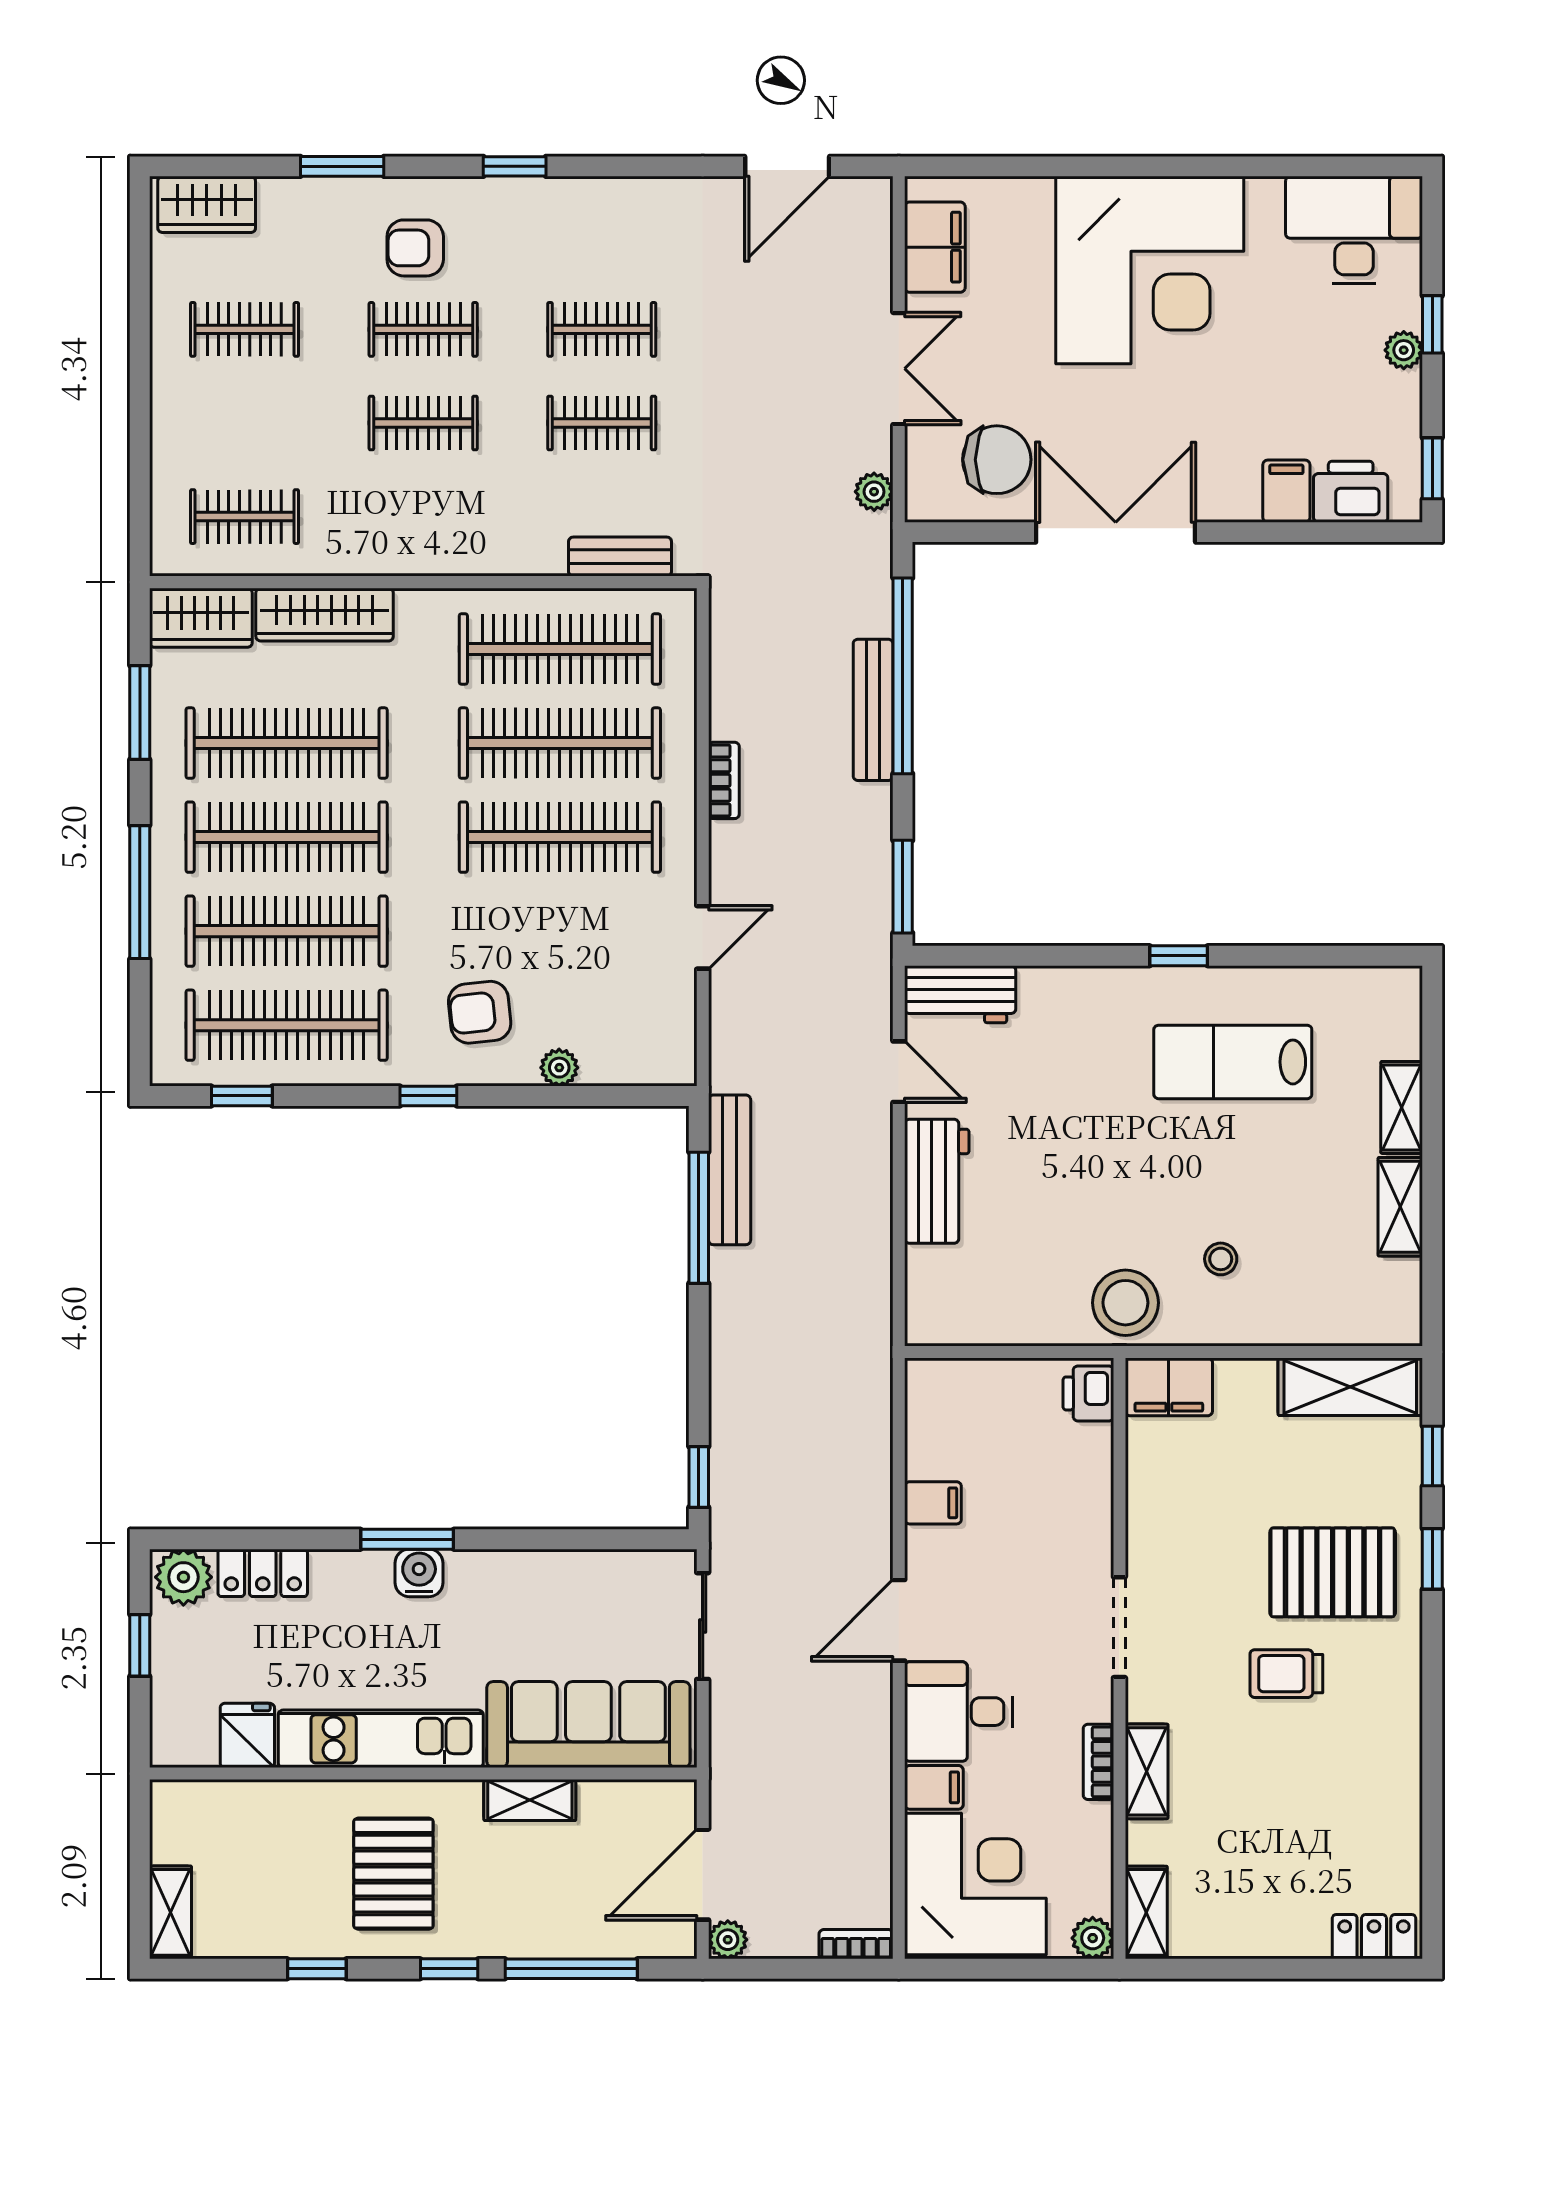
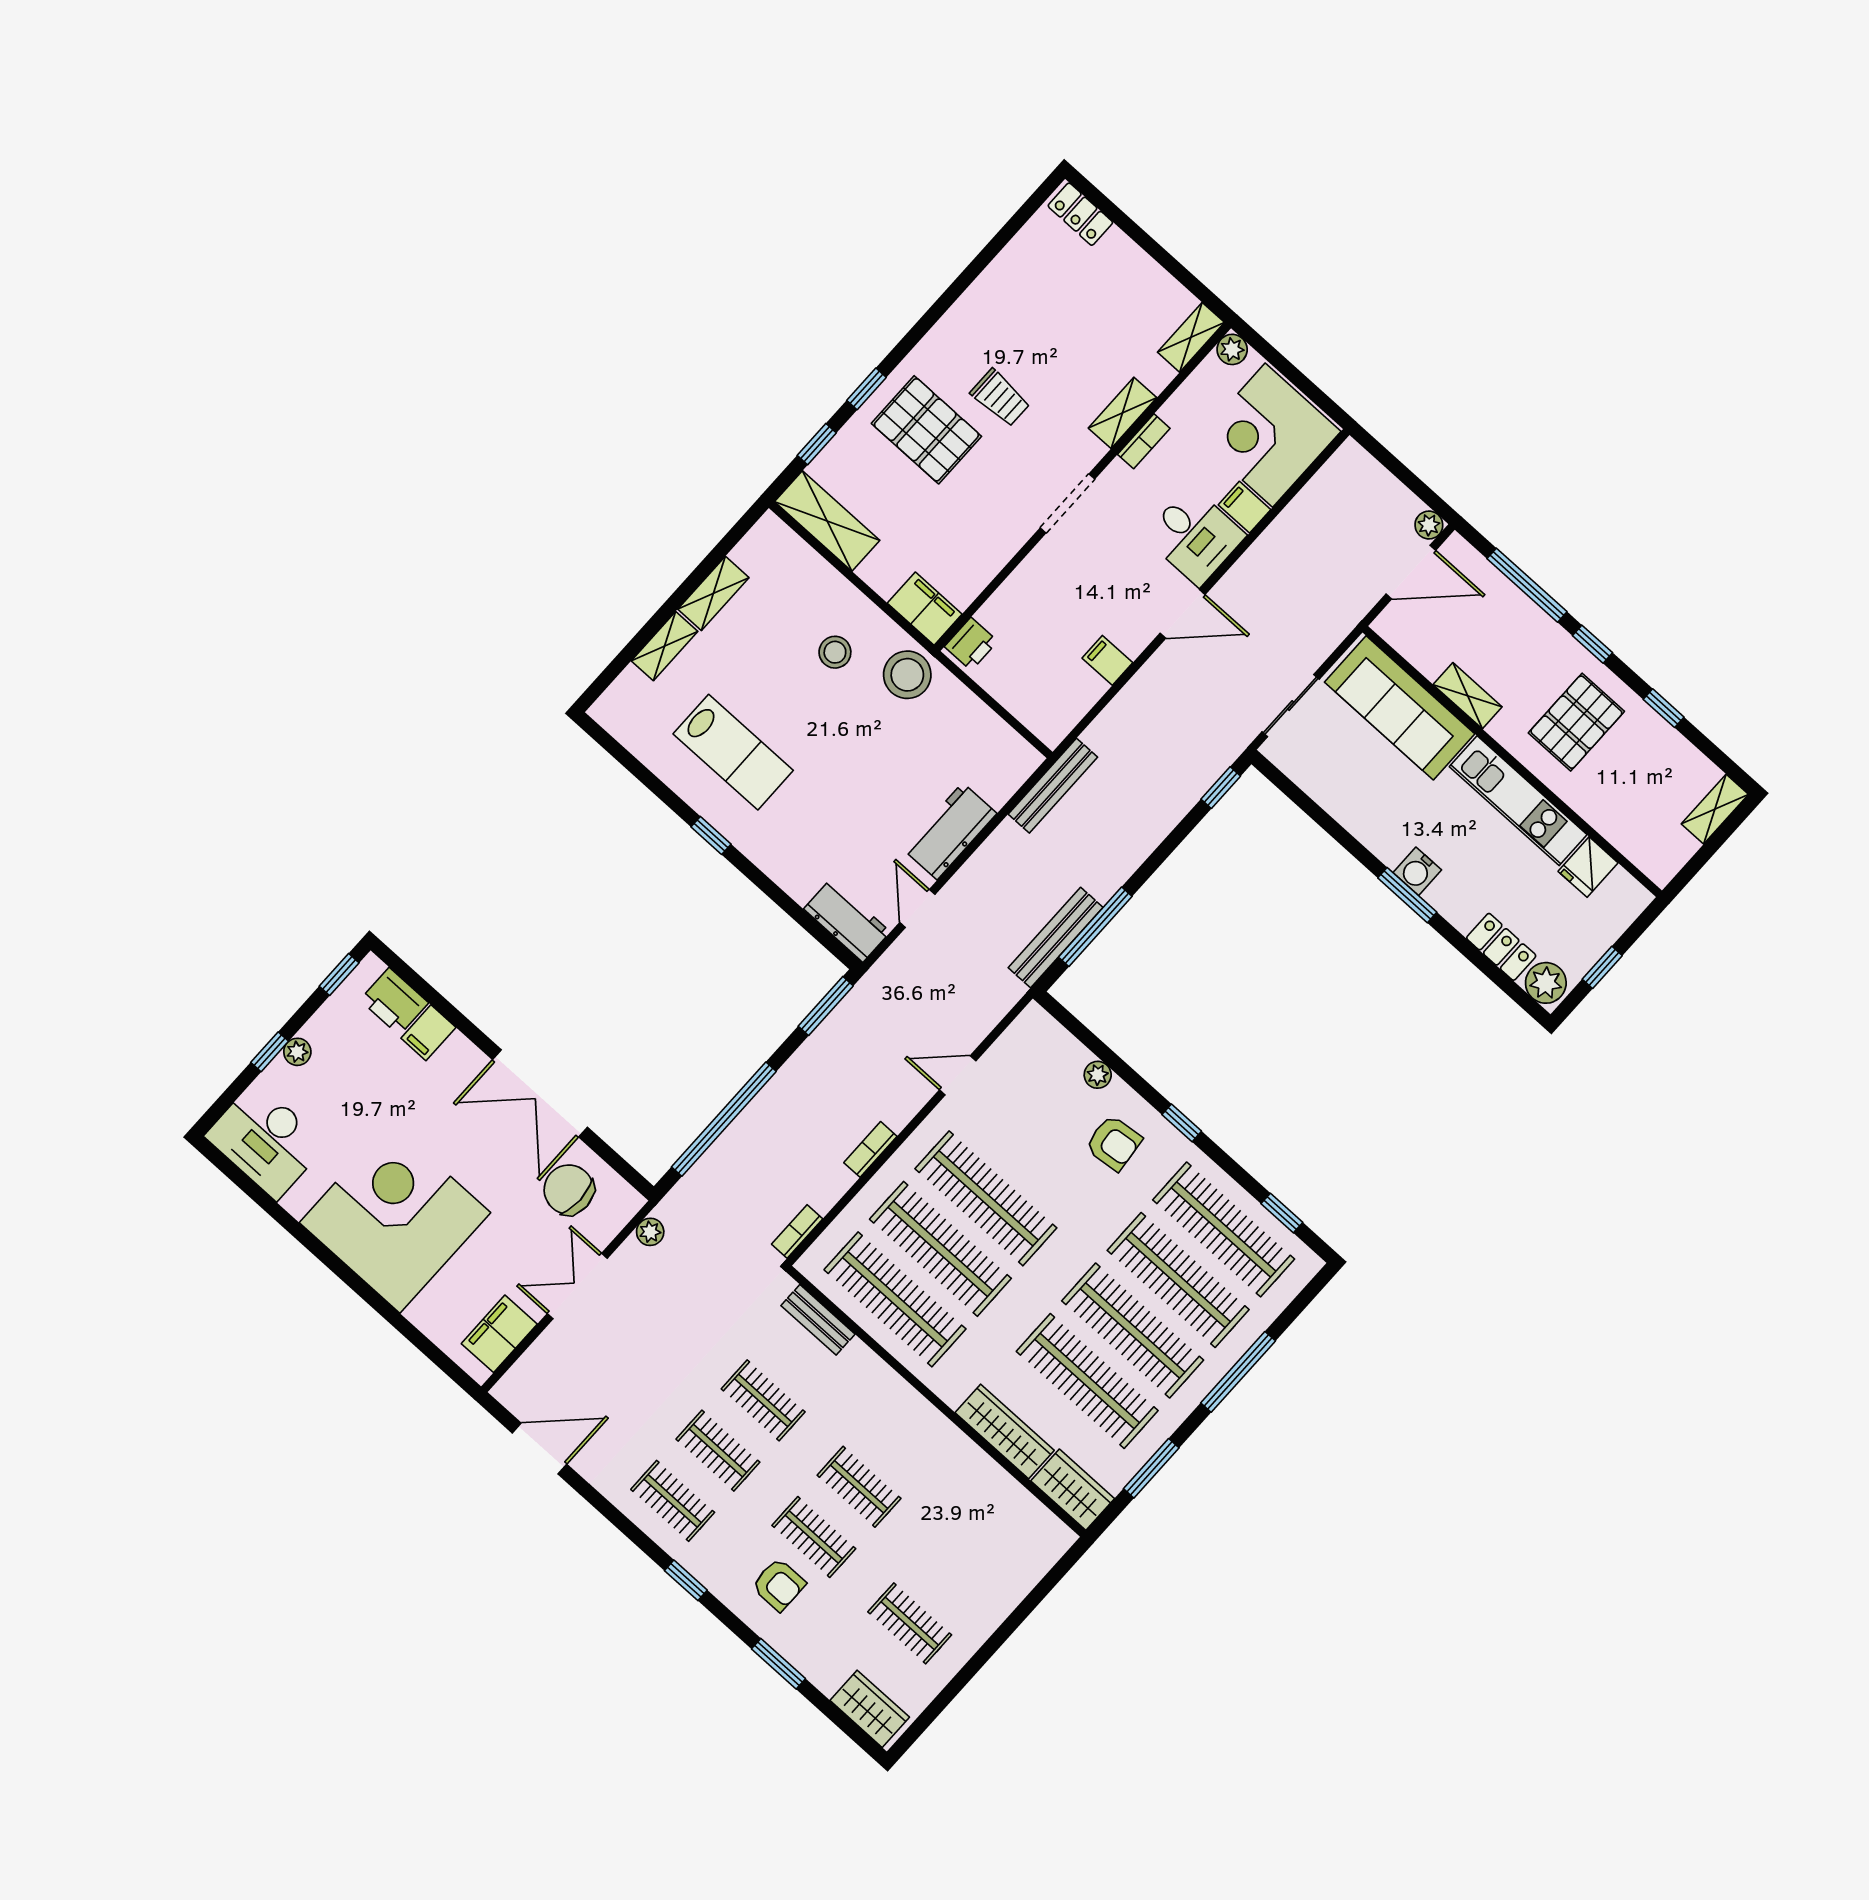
clothes rail: (245, 517) -> (673, 1501), moved
bench: (873, 710) -> (1053, 786), moved
stool: (1221, 1259) -> (835, 652), width x1.37, depth x1.37
bookcase: (856, 1944) -> (797, 1231), moved, turned 90

